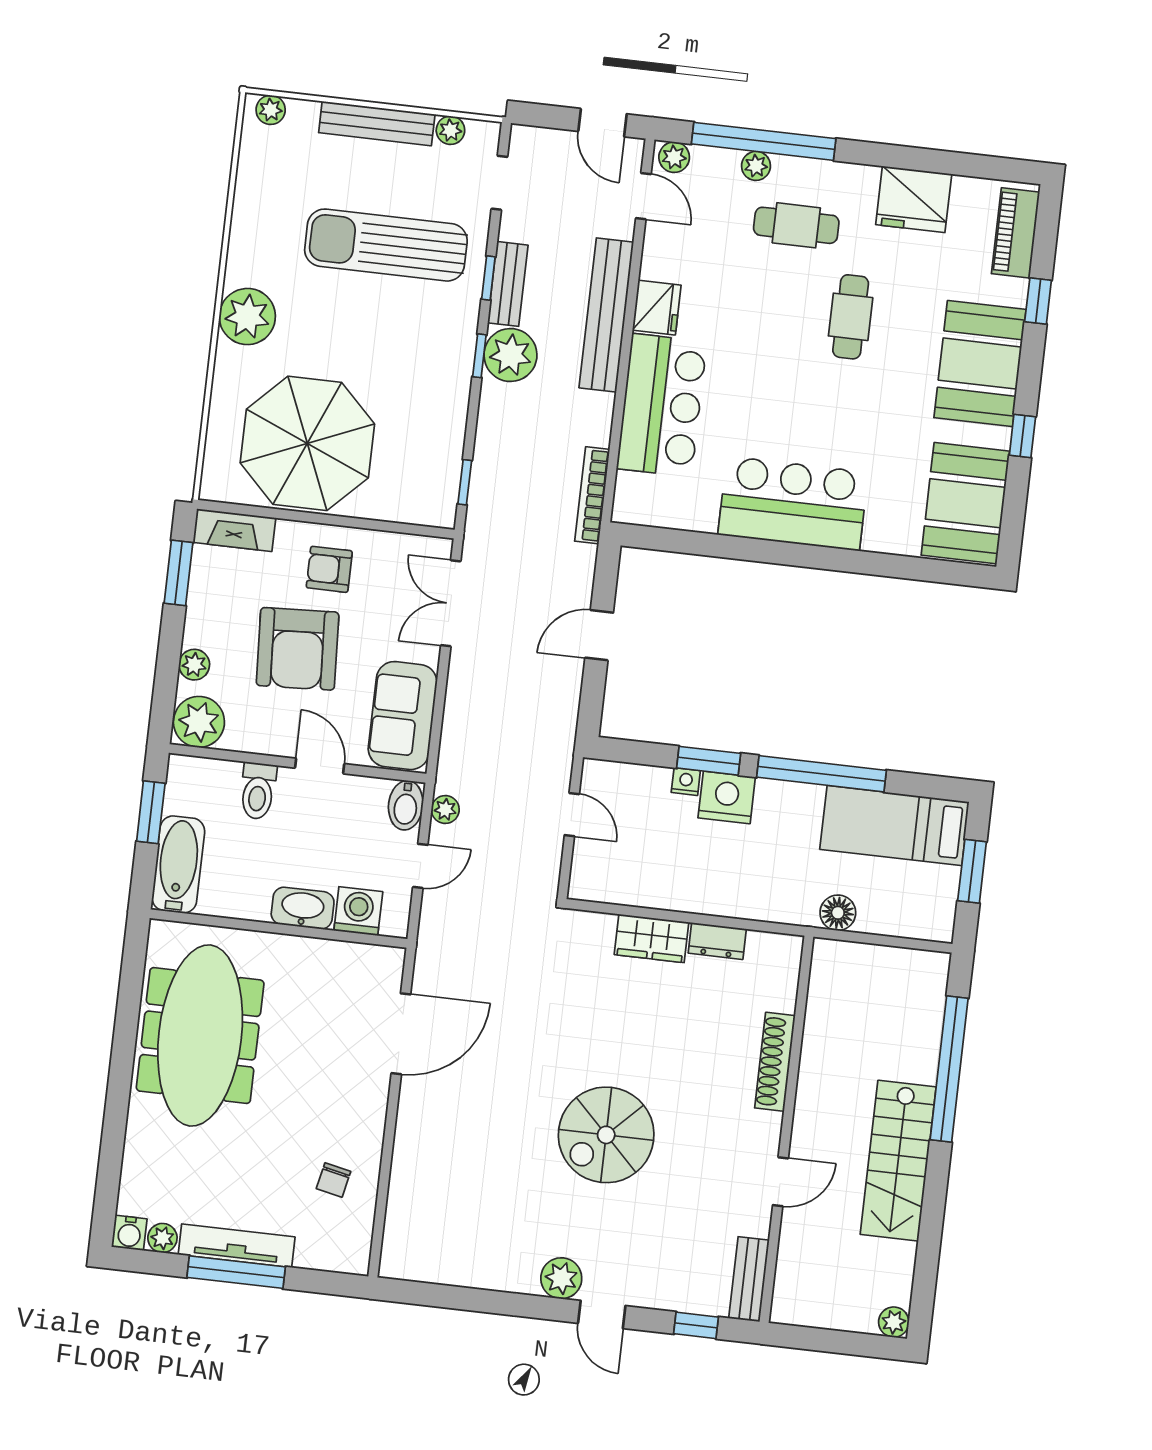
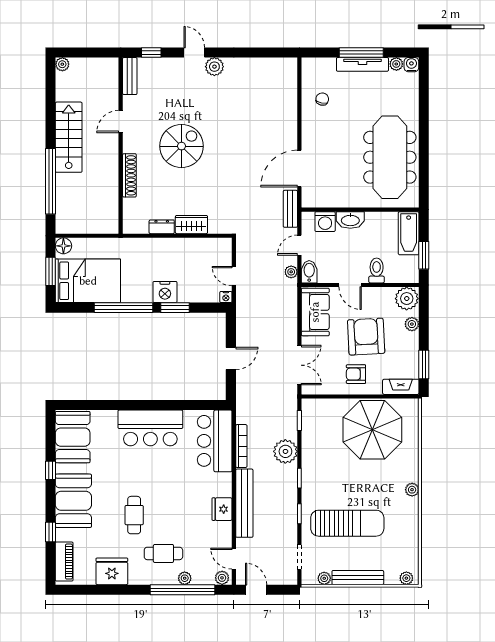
bench: (508, 284) -> (290, 209), moved
plant: (247, 317) -> (412, 490), width x0.53, depth x0.53
plant: (510, 355) -> (285, 451), moved
bar counter: (662, 405) -> (215, 441), moved
bookcase: (592, 495) -> (241, 446), moved
armchair: (329, 569) -> (356, 374), turned 180
nightstand: (686, 782) -> (226, 297), moved
bed: (894, 826) -> (88, 281), width x1.50
floor lamp: (838, 913) -> (63, 246), moved
spiral stairs: (606, 1135) -> (181, 146), moved

